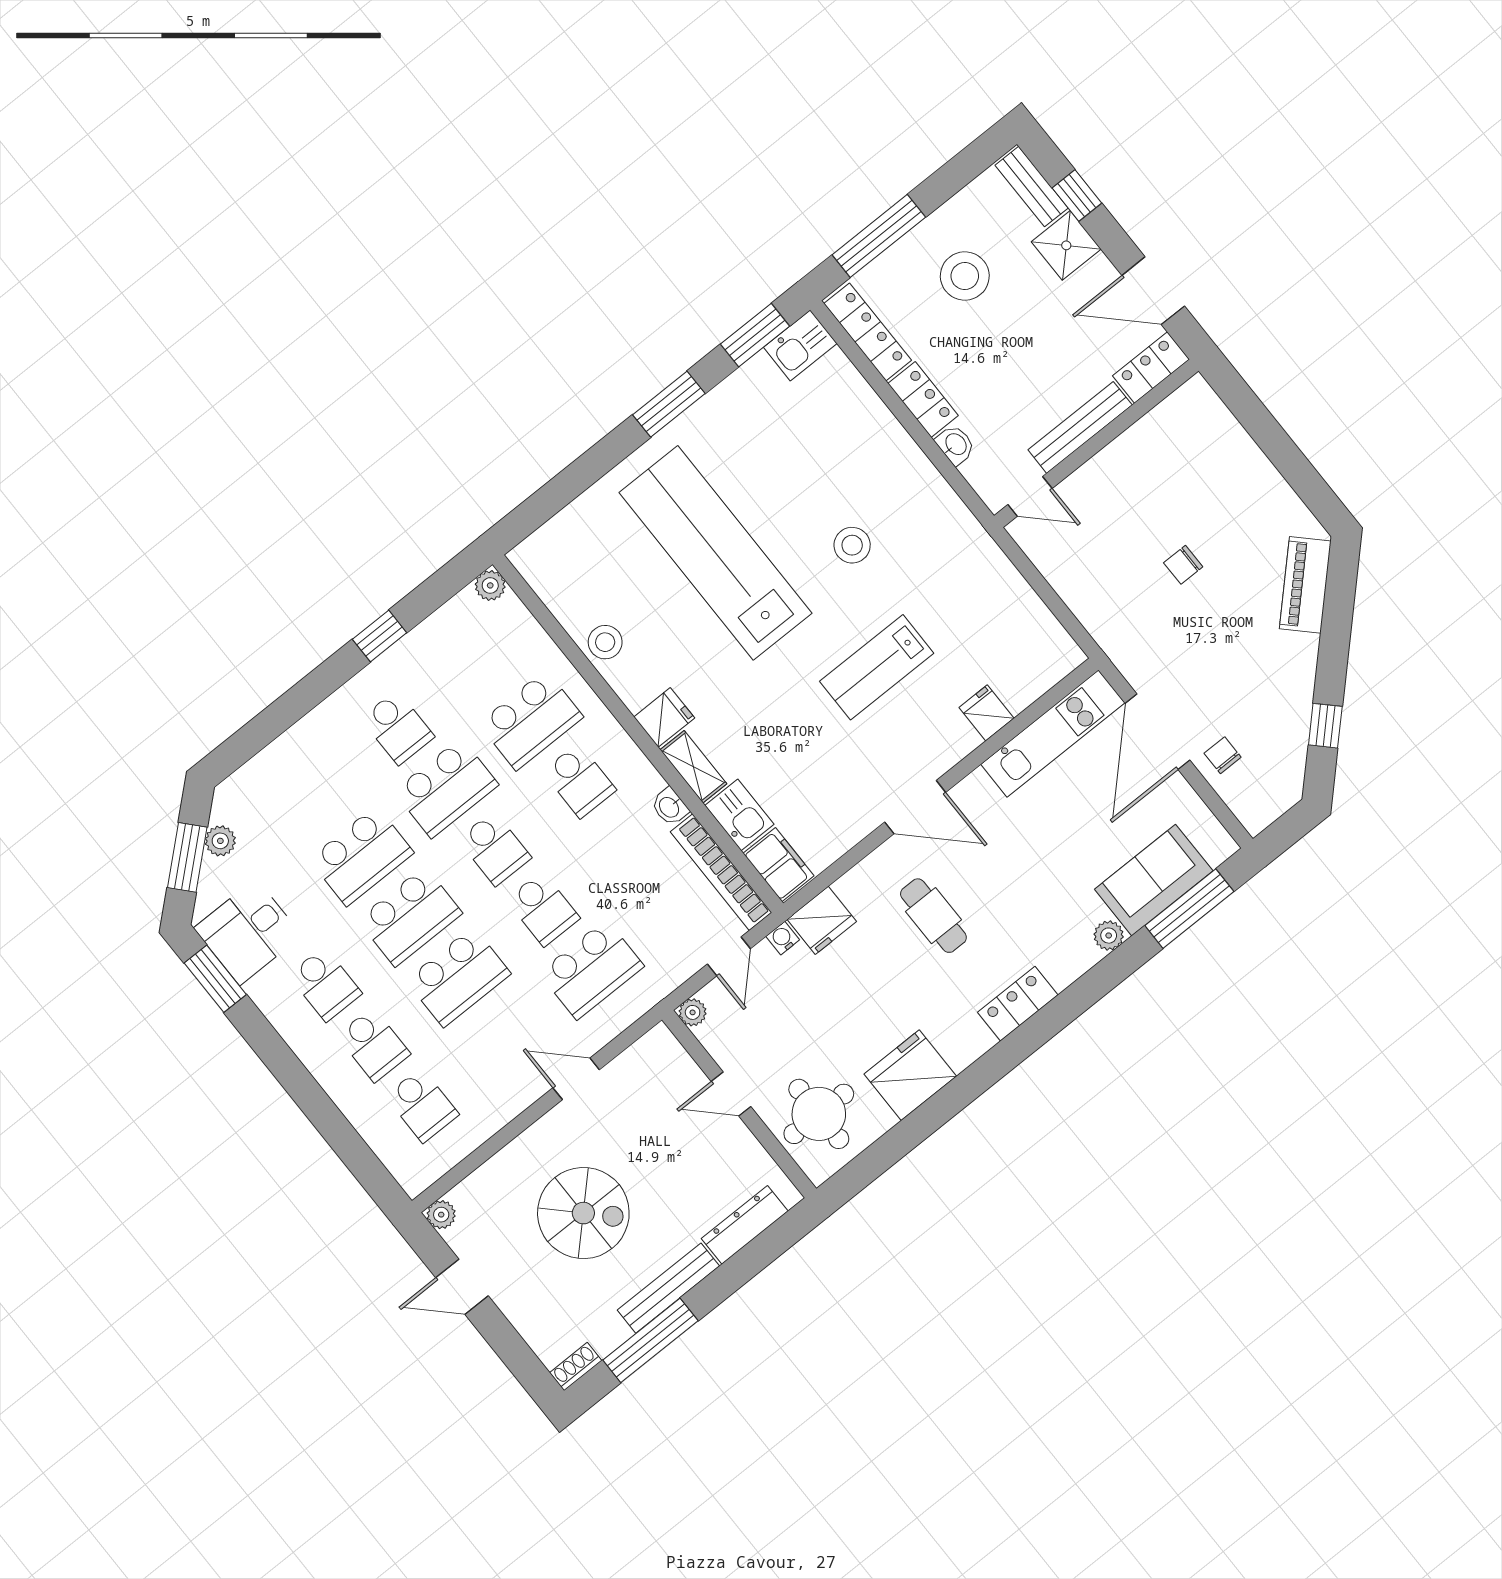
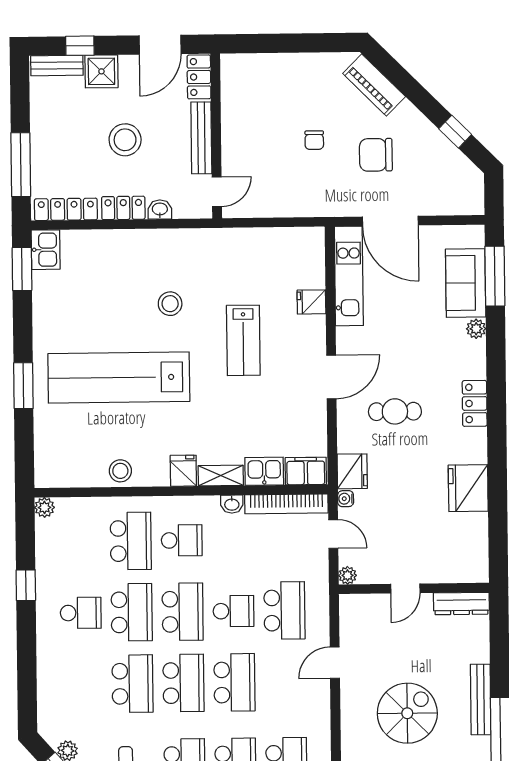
stool: (965, 276) -> (125, 140), moved
window: (669, 404) -> (23, 386), moved
chair: (1223, 755) -> (376, 155), moved, width x1.87, depth x1.87
school desk: (495, 849) -> (183, 612), width x1.85
round table: (819, 1114) -> (451, 551), removed
dresser: (745, 1225) -> (461, 604), moved, turned -90

